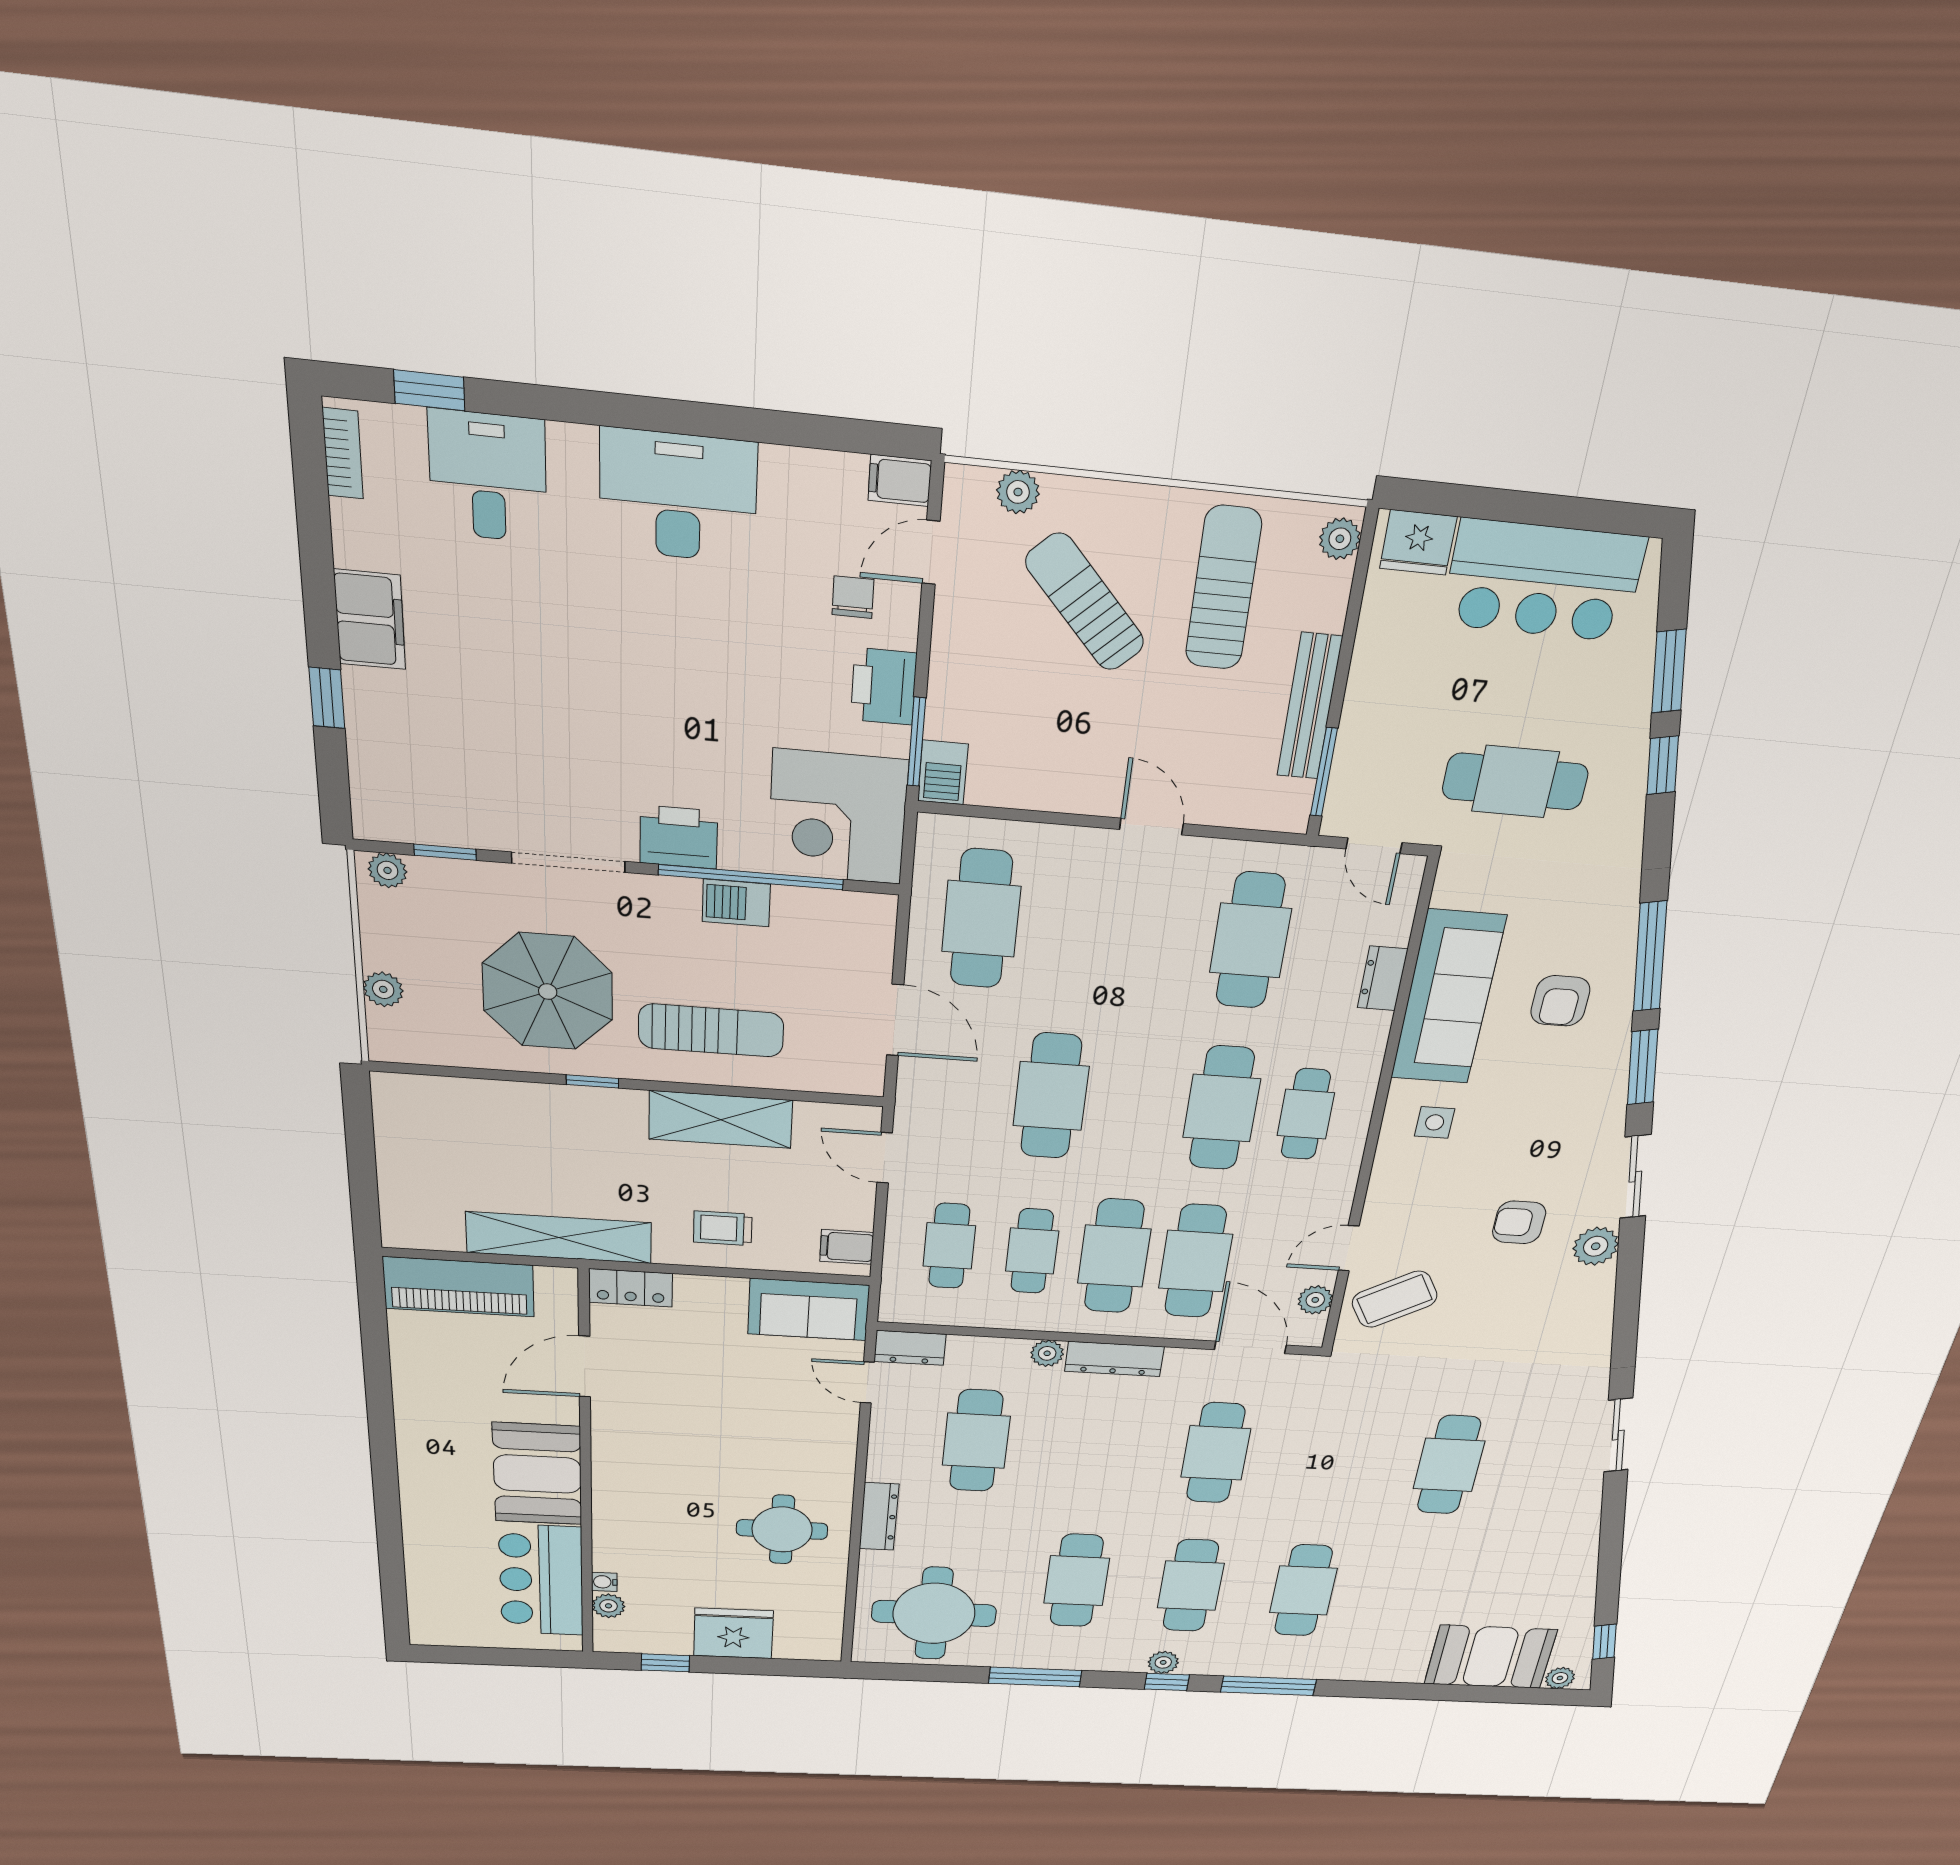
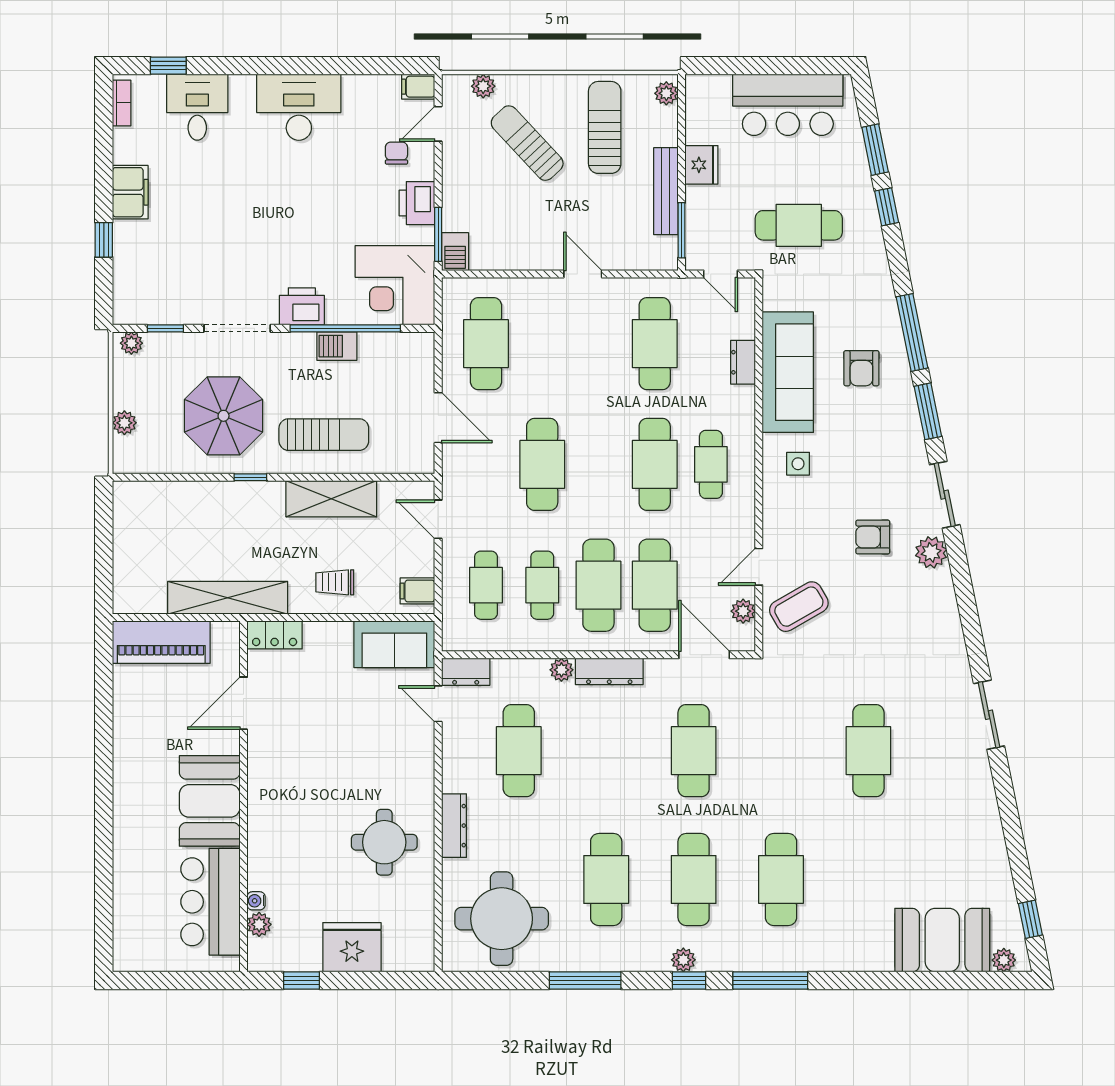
fridge: (1418, 542) -> (701, 165), moved, turned -90

